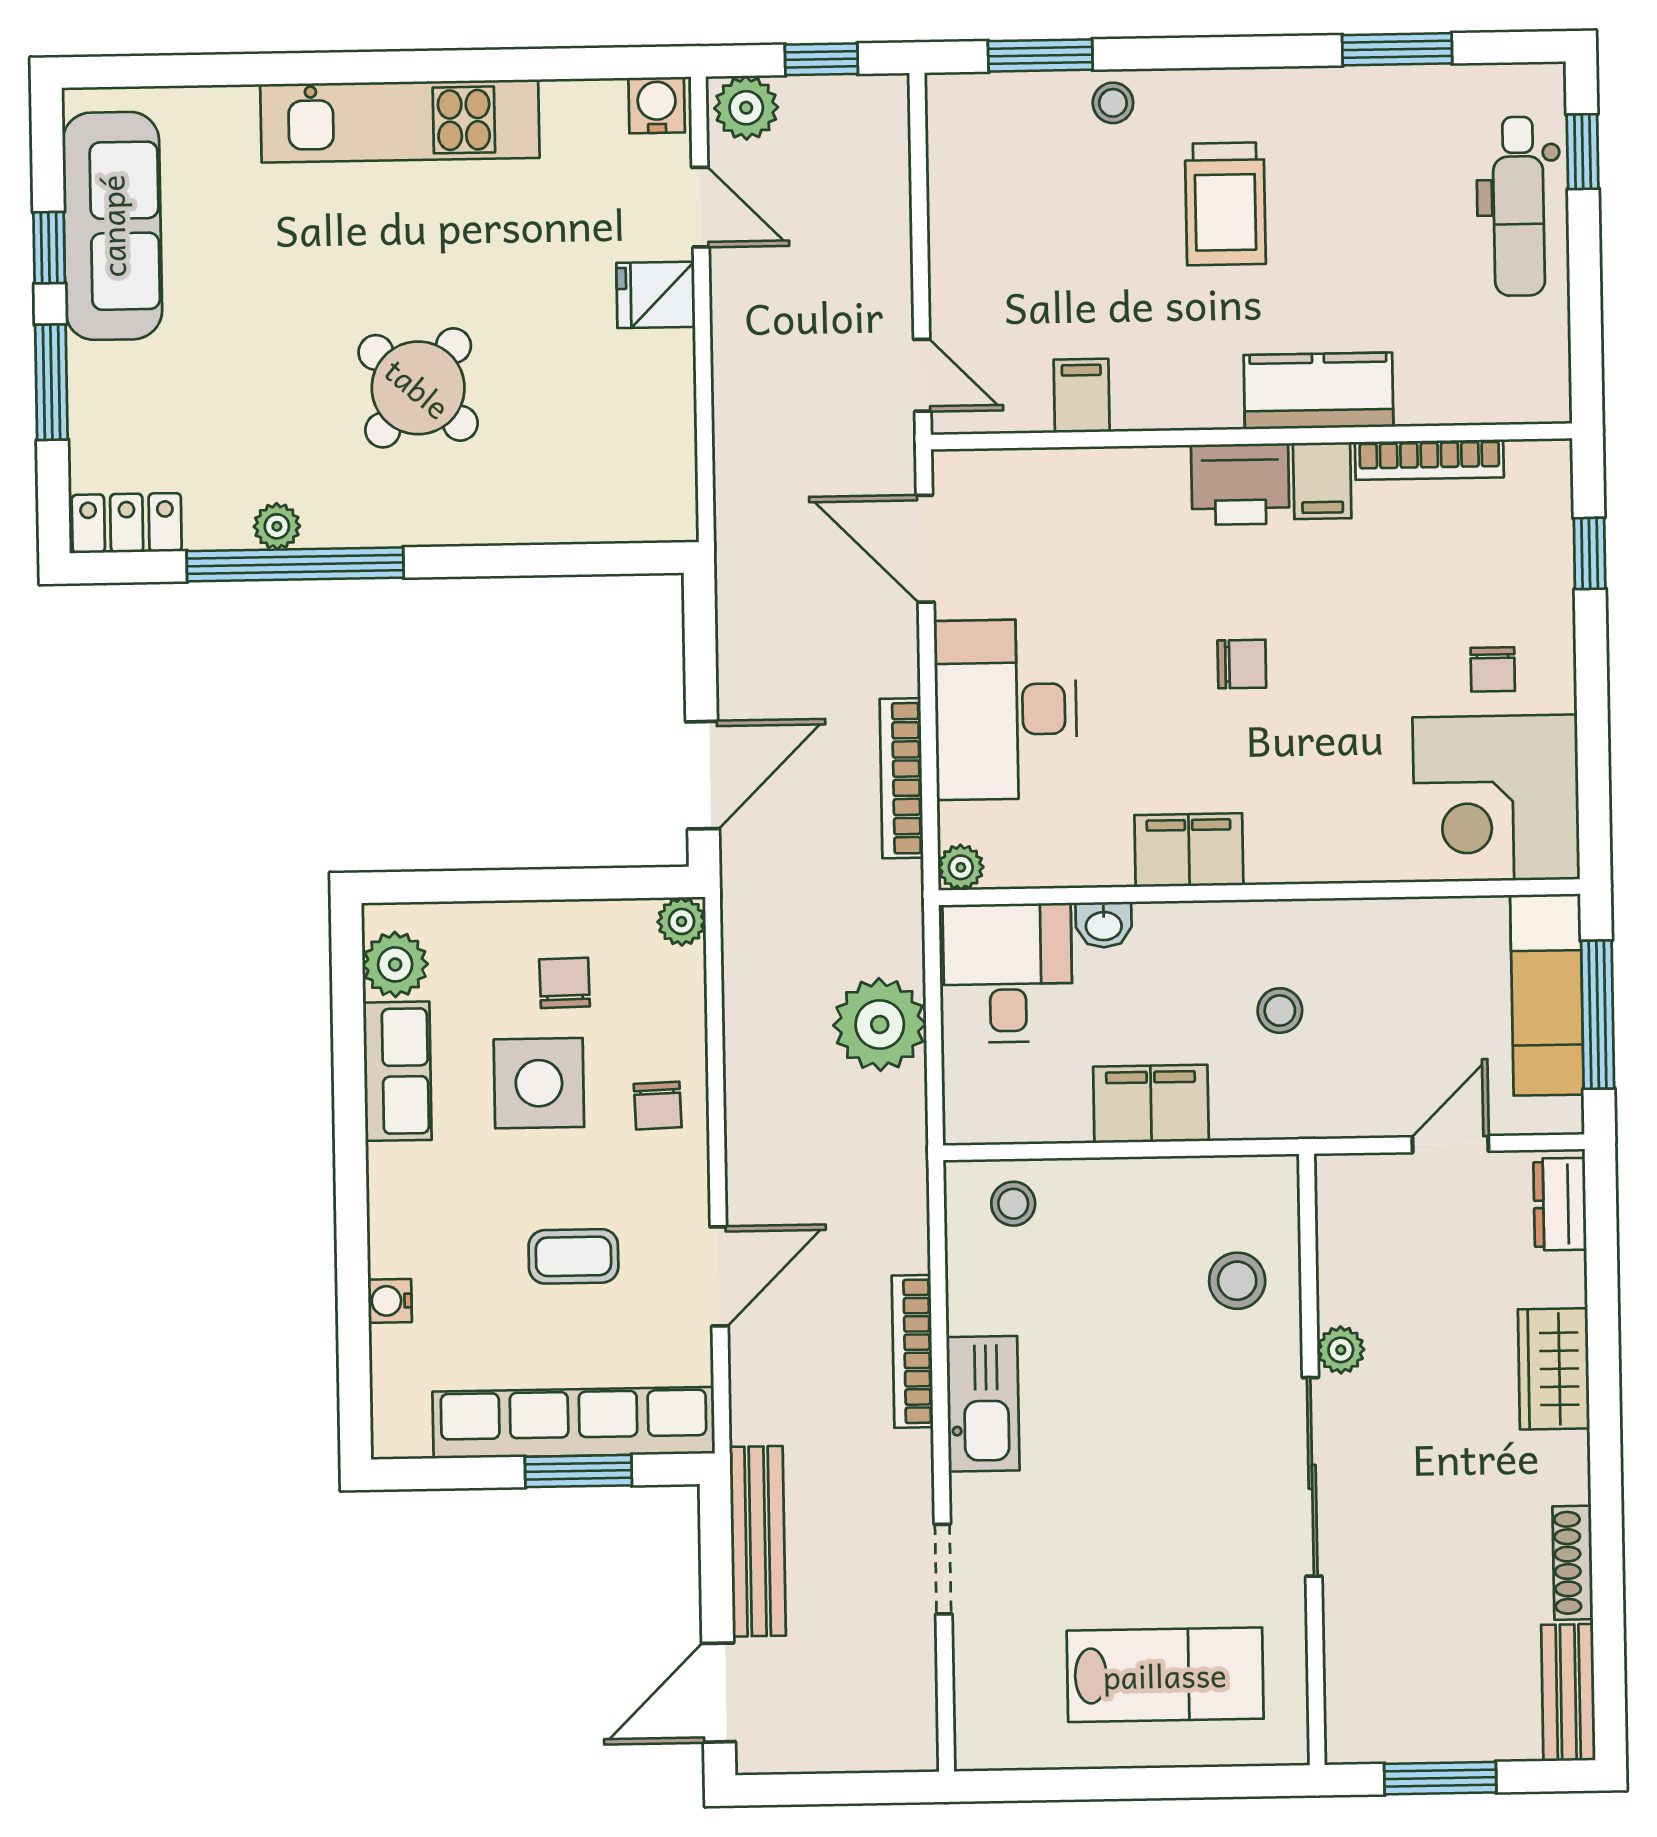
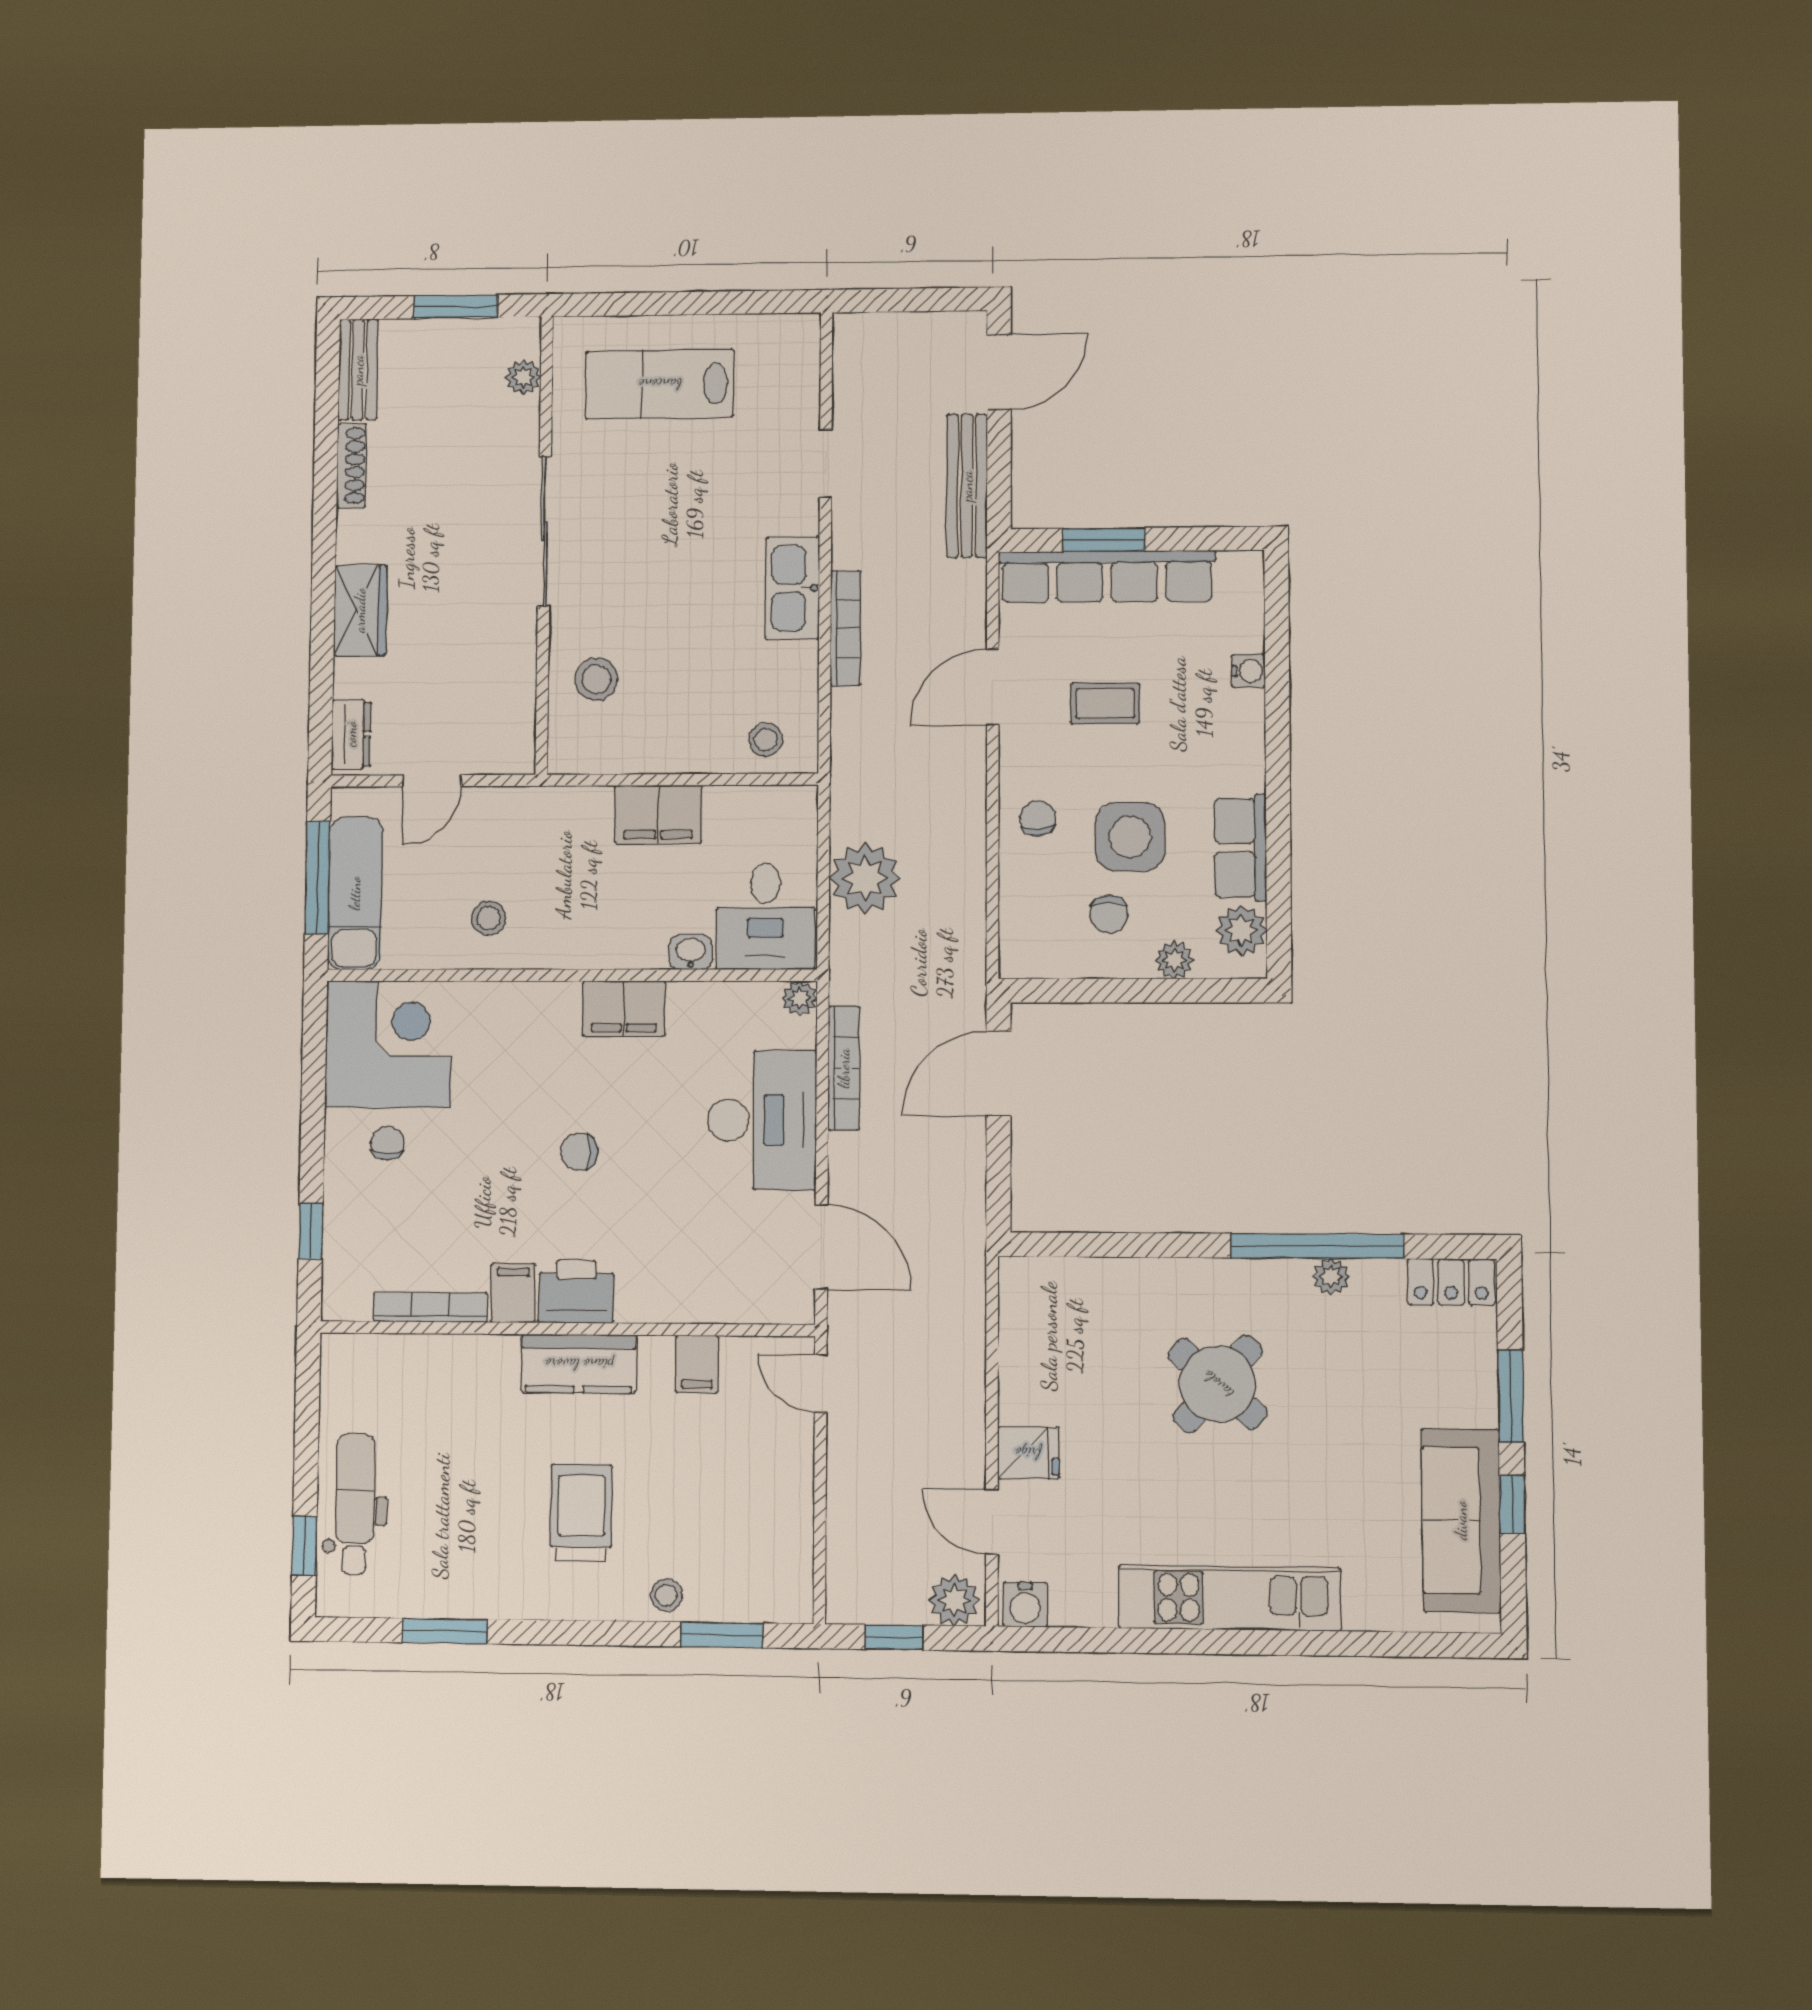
kitchen counter: (1318, 391) -> (579, 1364), moved
plant: (682, 921) -> (1174, 960), moved
stool: (1280, 1011) -> (489, 918), moved
plant: (1341, 1350) -> (523, 377), moved

